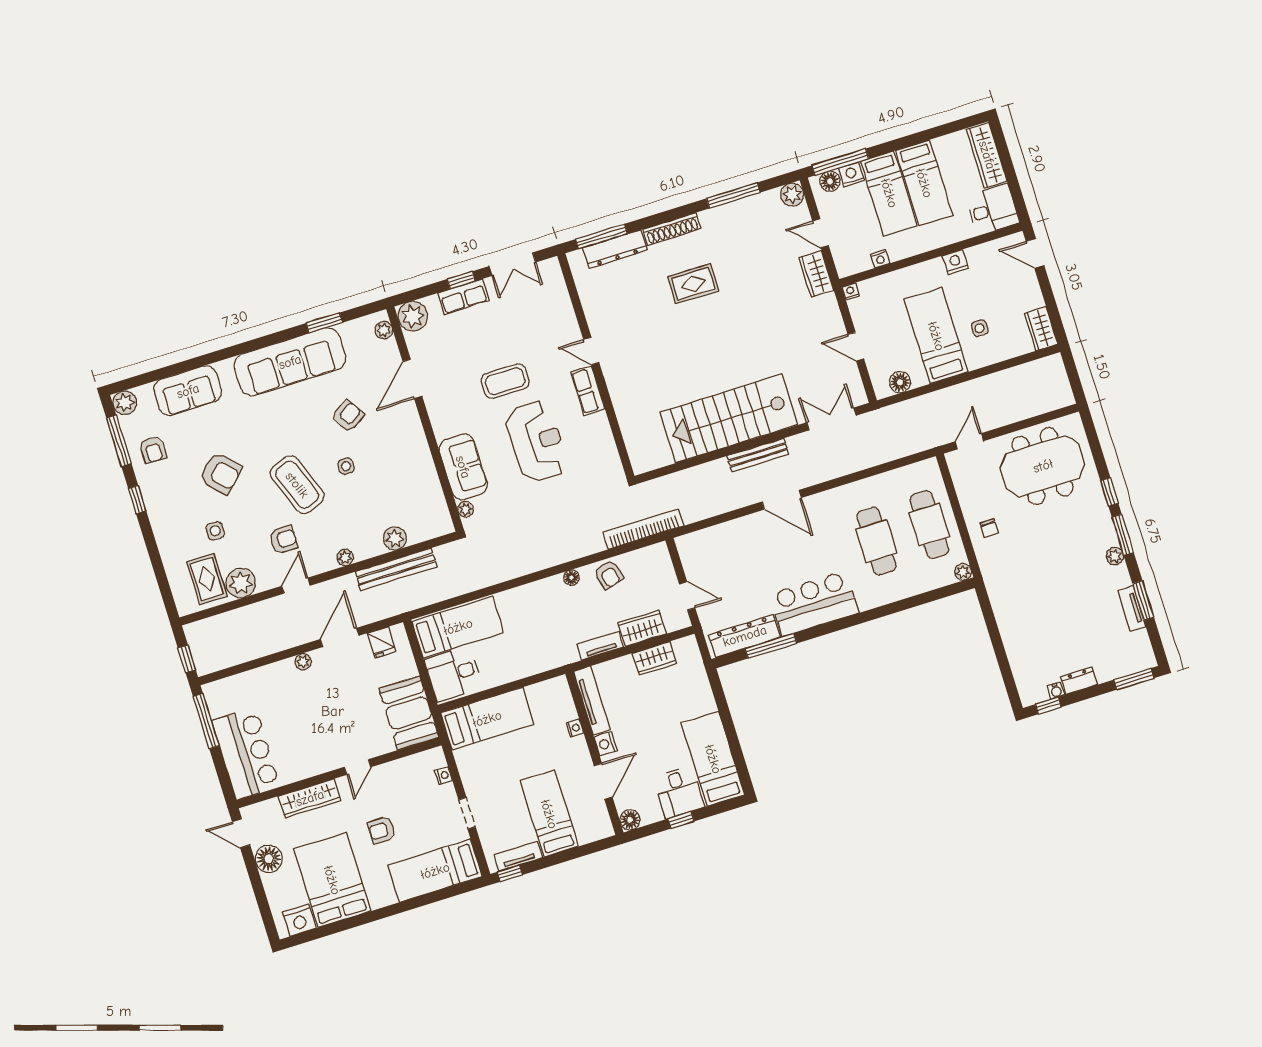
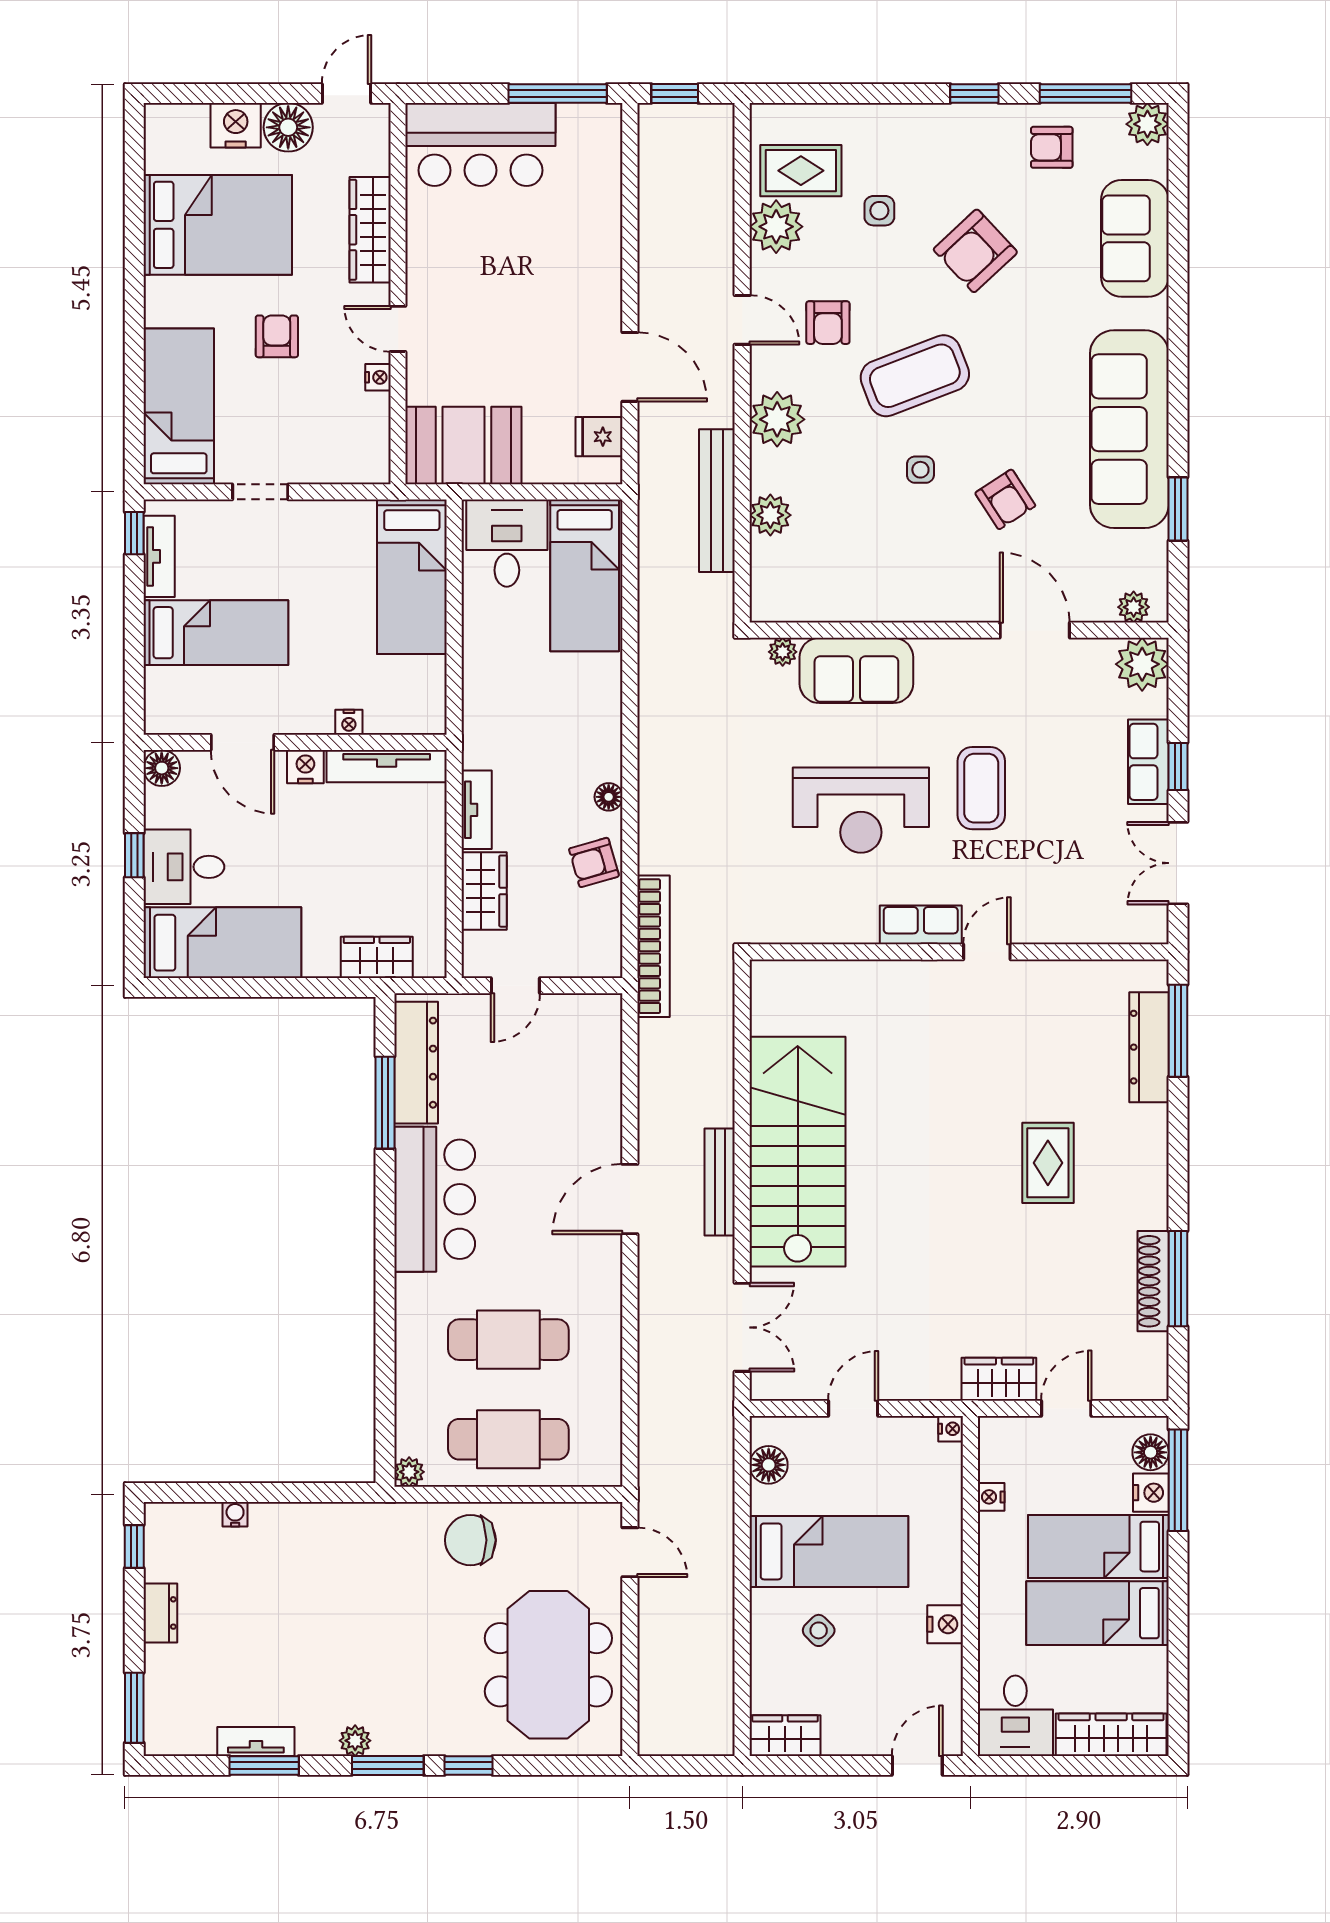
plant: (792, 195) -> (1148, 1380), removed
shoe rack: (672, 229) -> (1153, 1281), moved
side table: (980, 328) -> (819, 1630), turned 45
chair: (989, 528) -> (470, 1540), width x1.87, depth x1.87
plant: (345, 557) -> (777, 419), width x1.87, depth x1.87
wardrobe: (654, 658) -> (377, 957), moved, turned 90
plant: (303, 662) -> (608, 292), removed
water cooler: (1056, 691) -> (235, 1514), moved, turned 90
nightstand: (444, 775) -> (378, 377), moved, turned -90
nightstand: (299, 920) -> (236, 125), moved, turned 90

